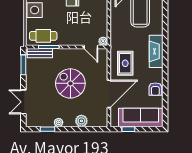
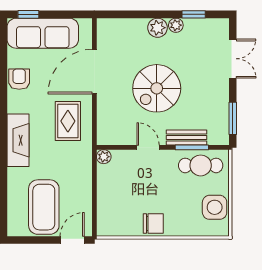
door: (91, 47) -> (148, 147), moved
bench: (40, 53) -> (187, 137), moved
spiral stairs: (70, 83) -> (157, 88), turned 90
plant: (81, 121) -> (158, 28), moved
window: (128, 129) -> (28, 14), moved

